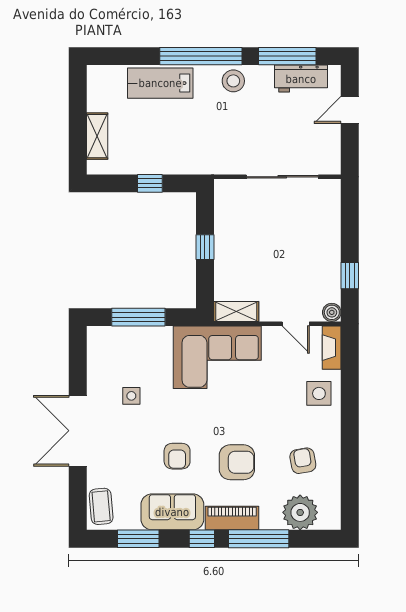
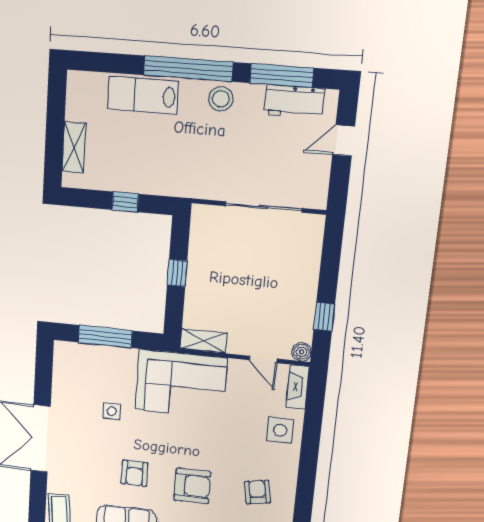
side table: (131, 396) -> (112, 411), moved

